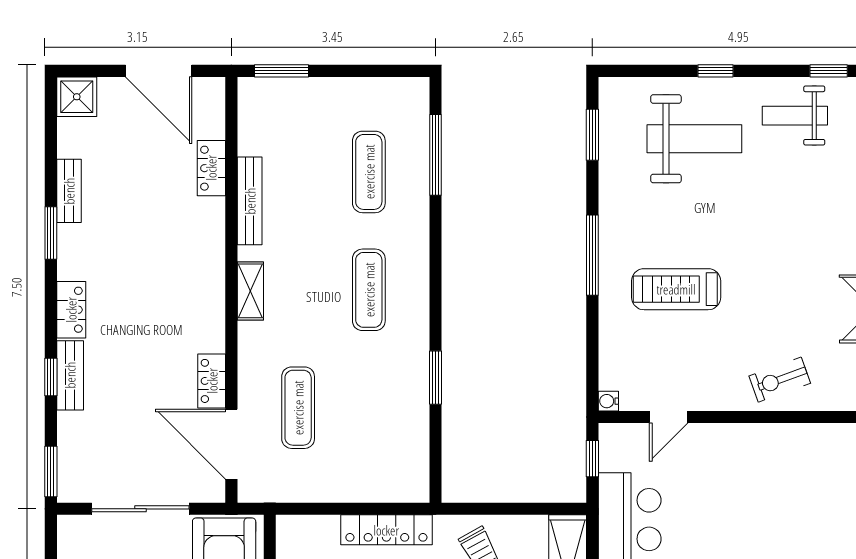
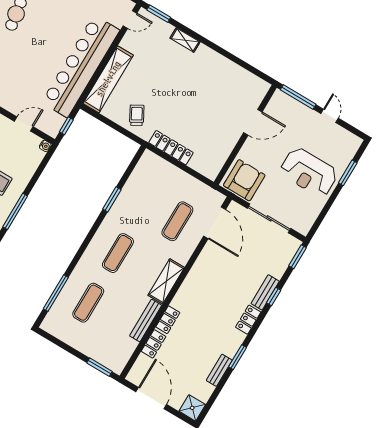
shelving: (250, 291) -> (166, 281), width x1.50, depth x1.33
locker: (212, 381) -> (168, 320), moved

